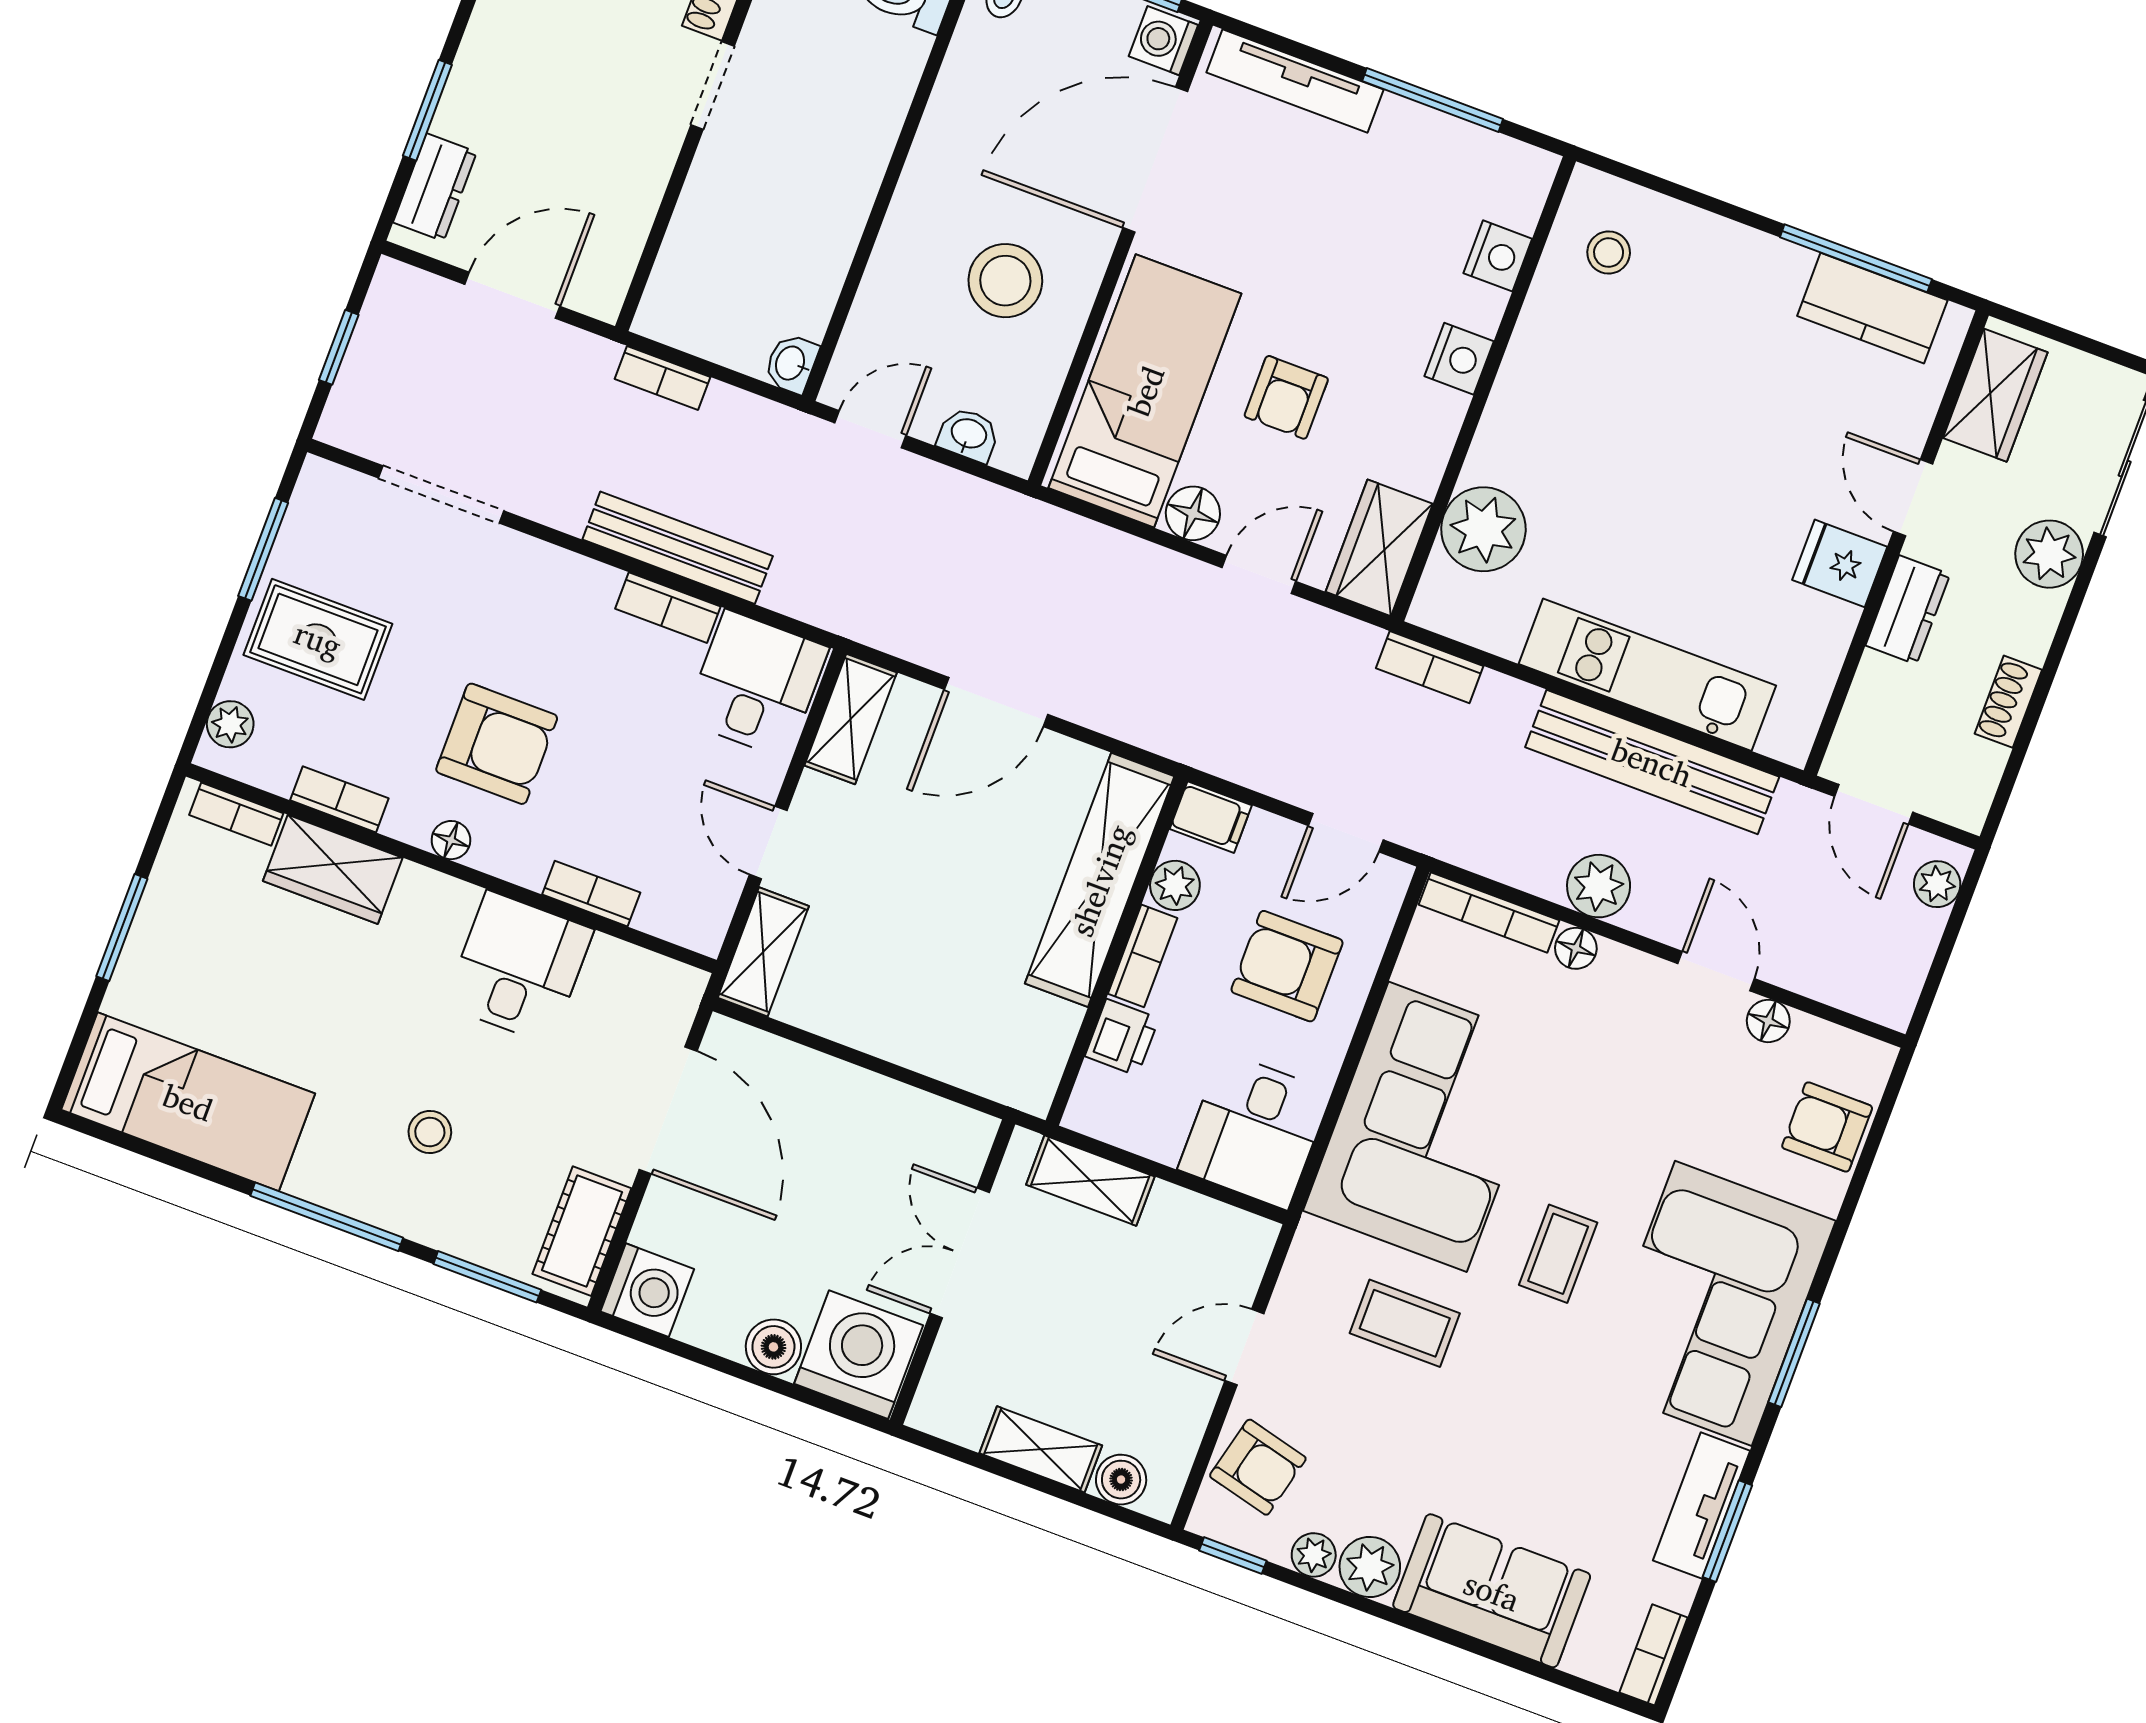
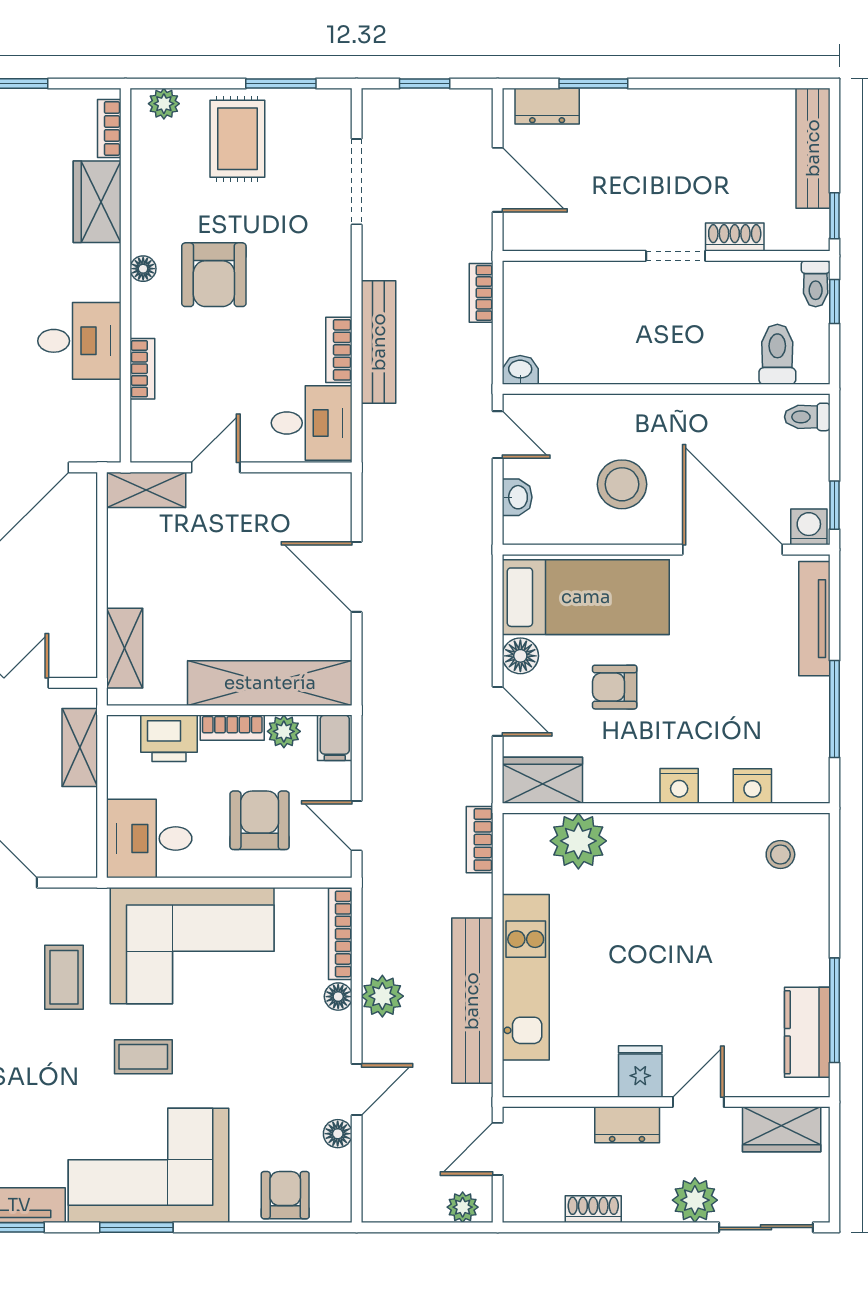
shelving: (851, 719) -> (125, 648), moved, turned 90
bookcase: (339, 799) -> (142, 189), removed
printer: (1122, 1037) -> (169, 738), width x1.36, depth x1.24

